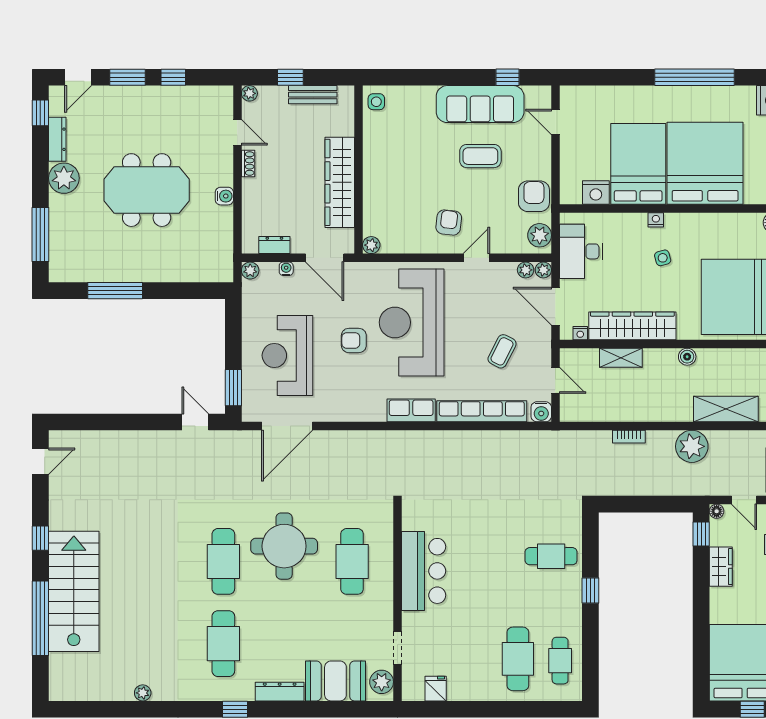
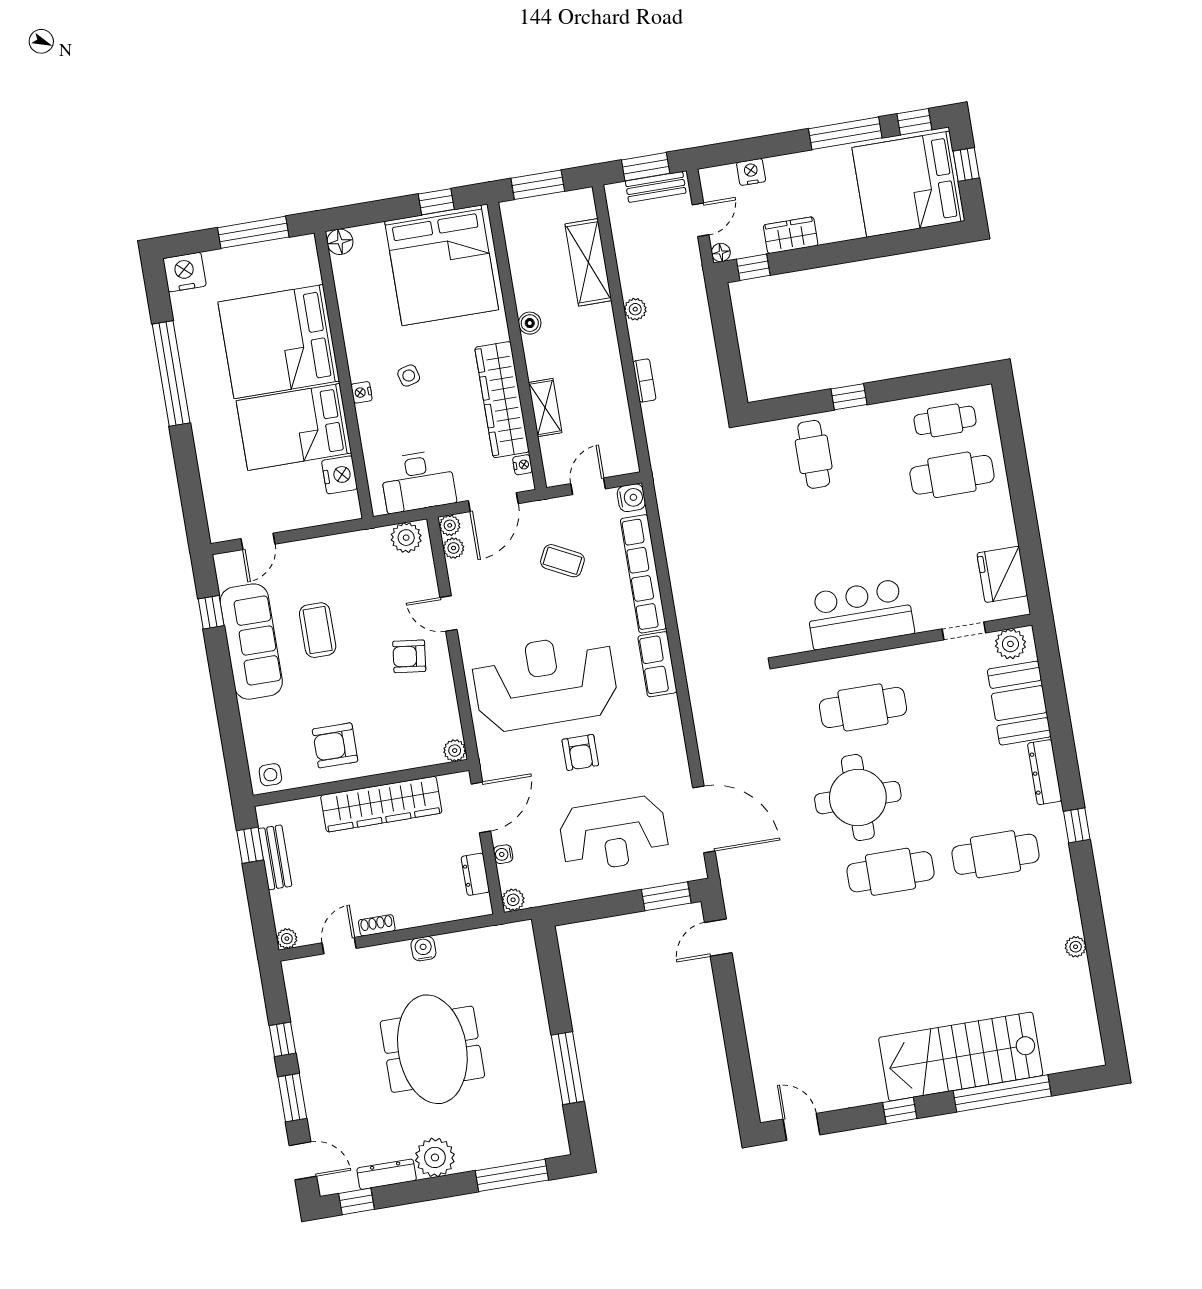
window: (290, 77) -> (250, 845), moved
armchair: (534, 196) -> (335, 745), moved
reception desk: (412, 322) -> (545, 682), turned 180
plant: (692, 446) -> (635, 309), width x0.53, depth x0.53
fridge: (436, 689) -> (1002, 574), width x1.88, depth x1.34

